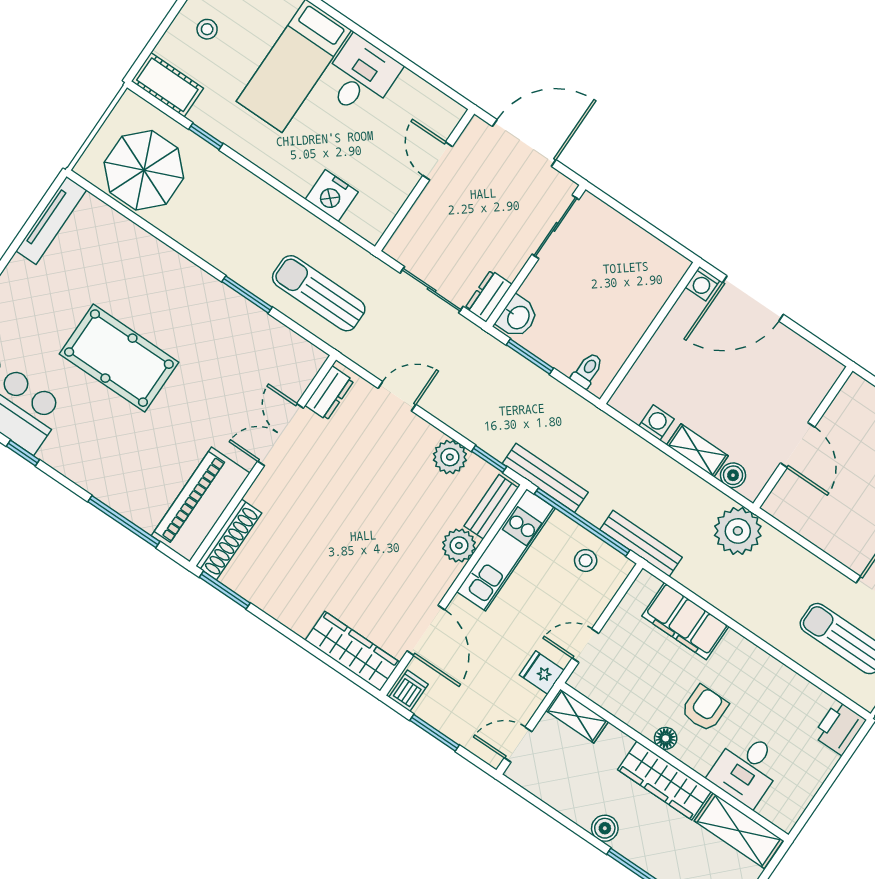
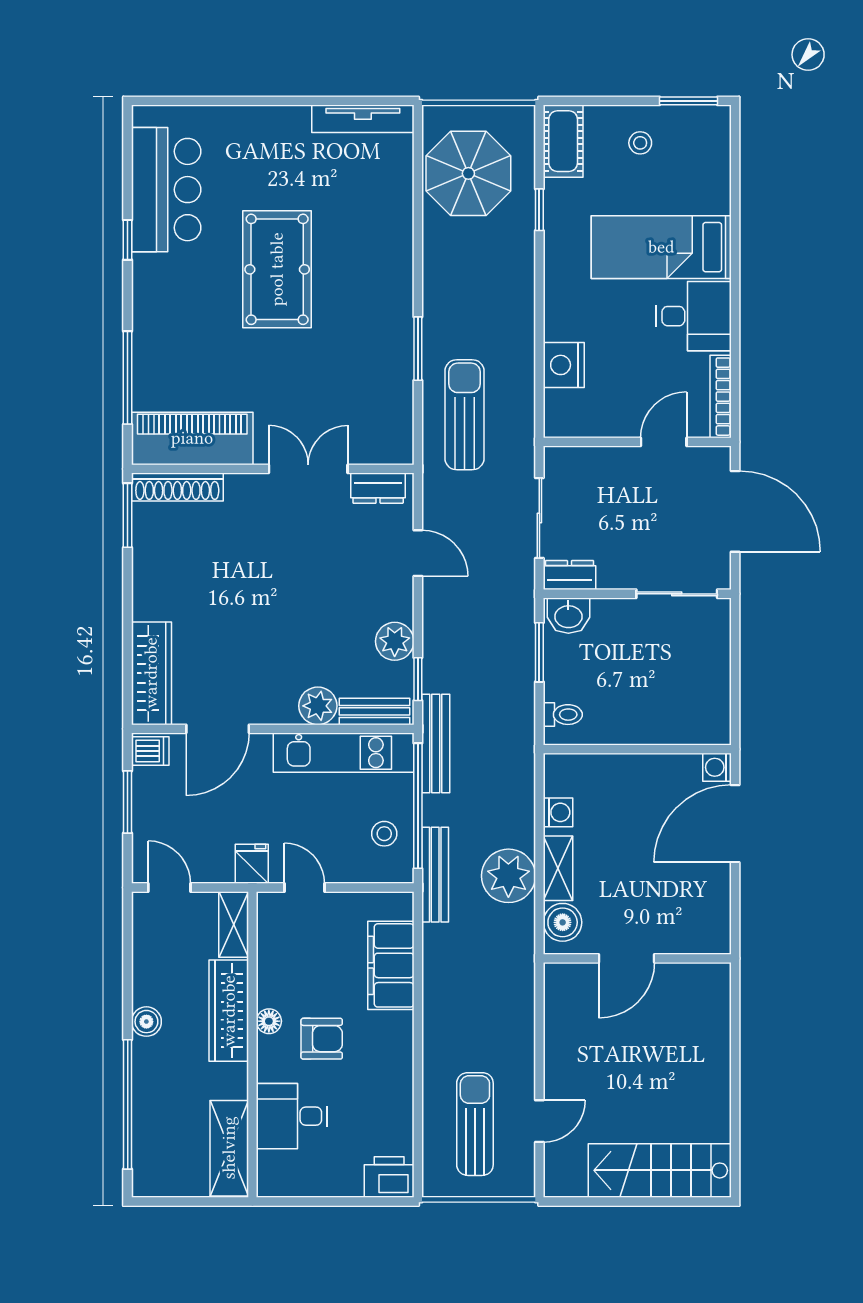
bookcase: (433, 97) -> (721, 397), added
door: (753, 298) -> (735, 824), hinge flipped
boiler: (733, 475) -> (563, 922), width x1.36, depth x1.36
plant: (738, 531) -> (508, 876), moved
wardrobe: (664, 780) -> (229, 1011), moved

